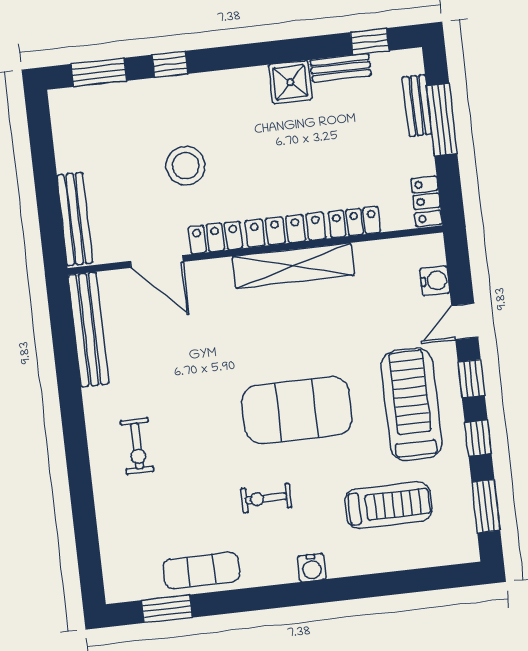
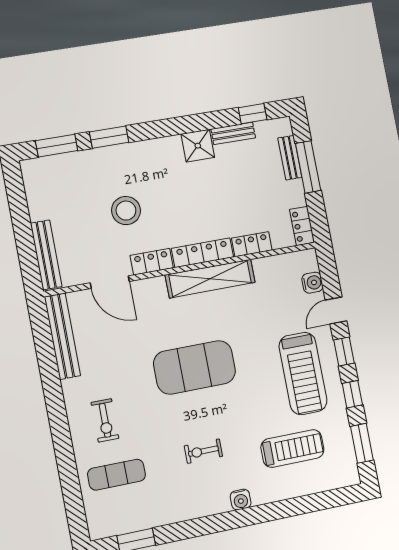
window: (170, 64) -> (109, 137), width x1.50
treadmill: (411, 404) -> (303, 373), turned 180
exercise mat: (297, 410) -> (195, 367), moved
exercise mat: (201, 570) -> (117, 475), moved

